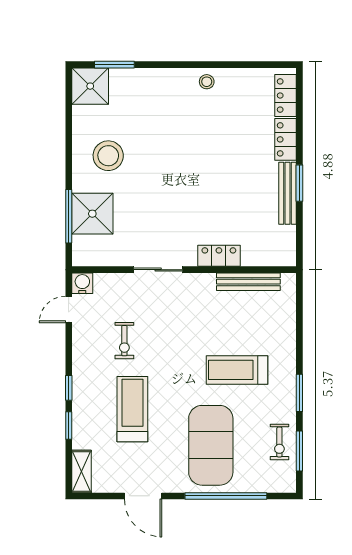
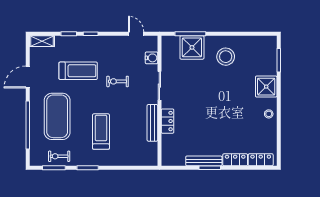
shower: (90, 86) -> (266, 87), moved
bench: (248, 282) -> (152, 123), moved
water cooler: (82, 283) -> (151, 58), moved
exercise bike: (124, 341) -> (118, 81), moved
exercise mat: (211, 445) -> (57, 116), turned 90

